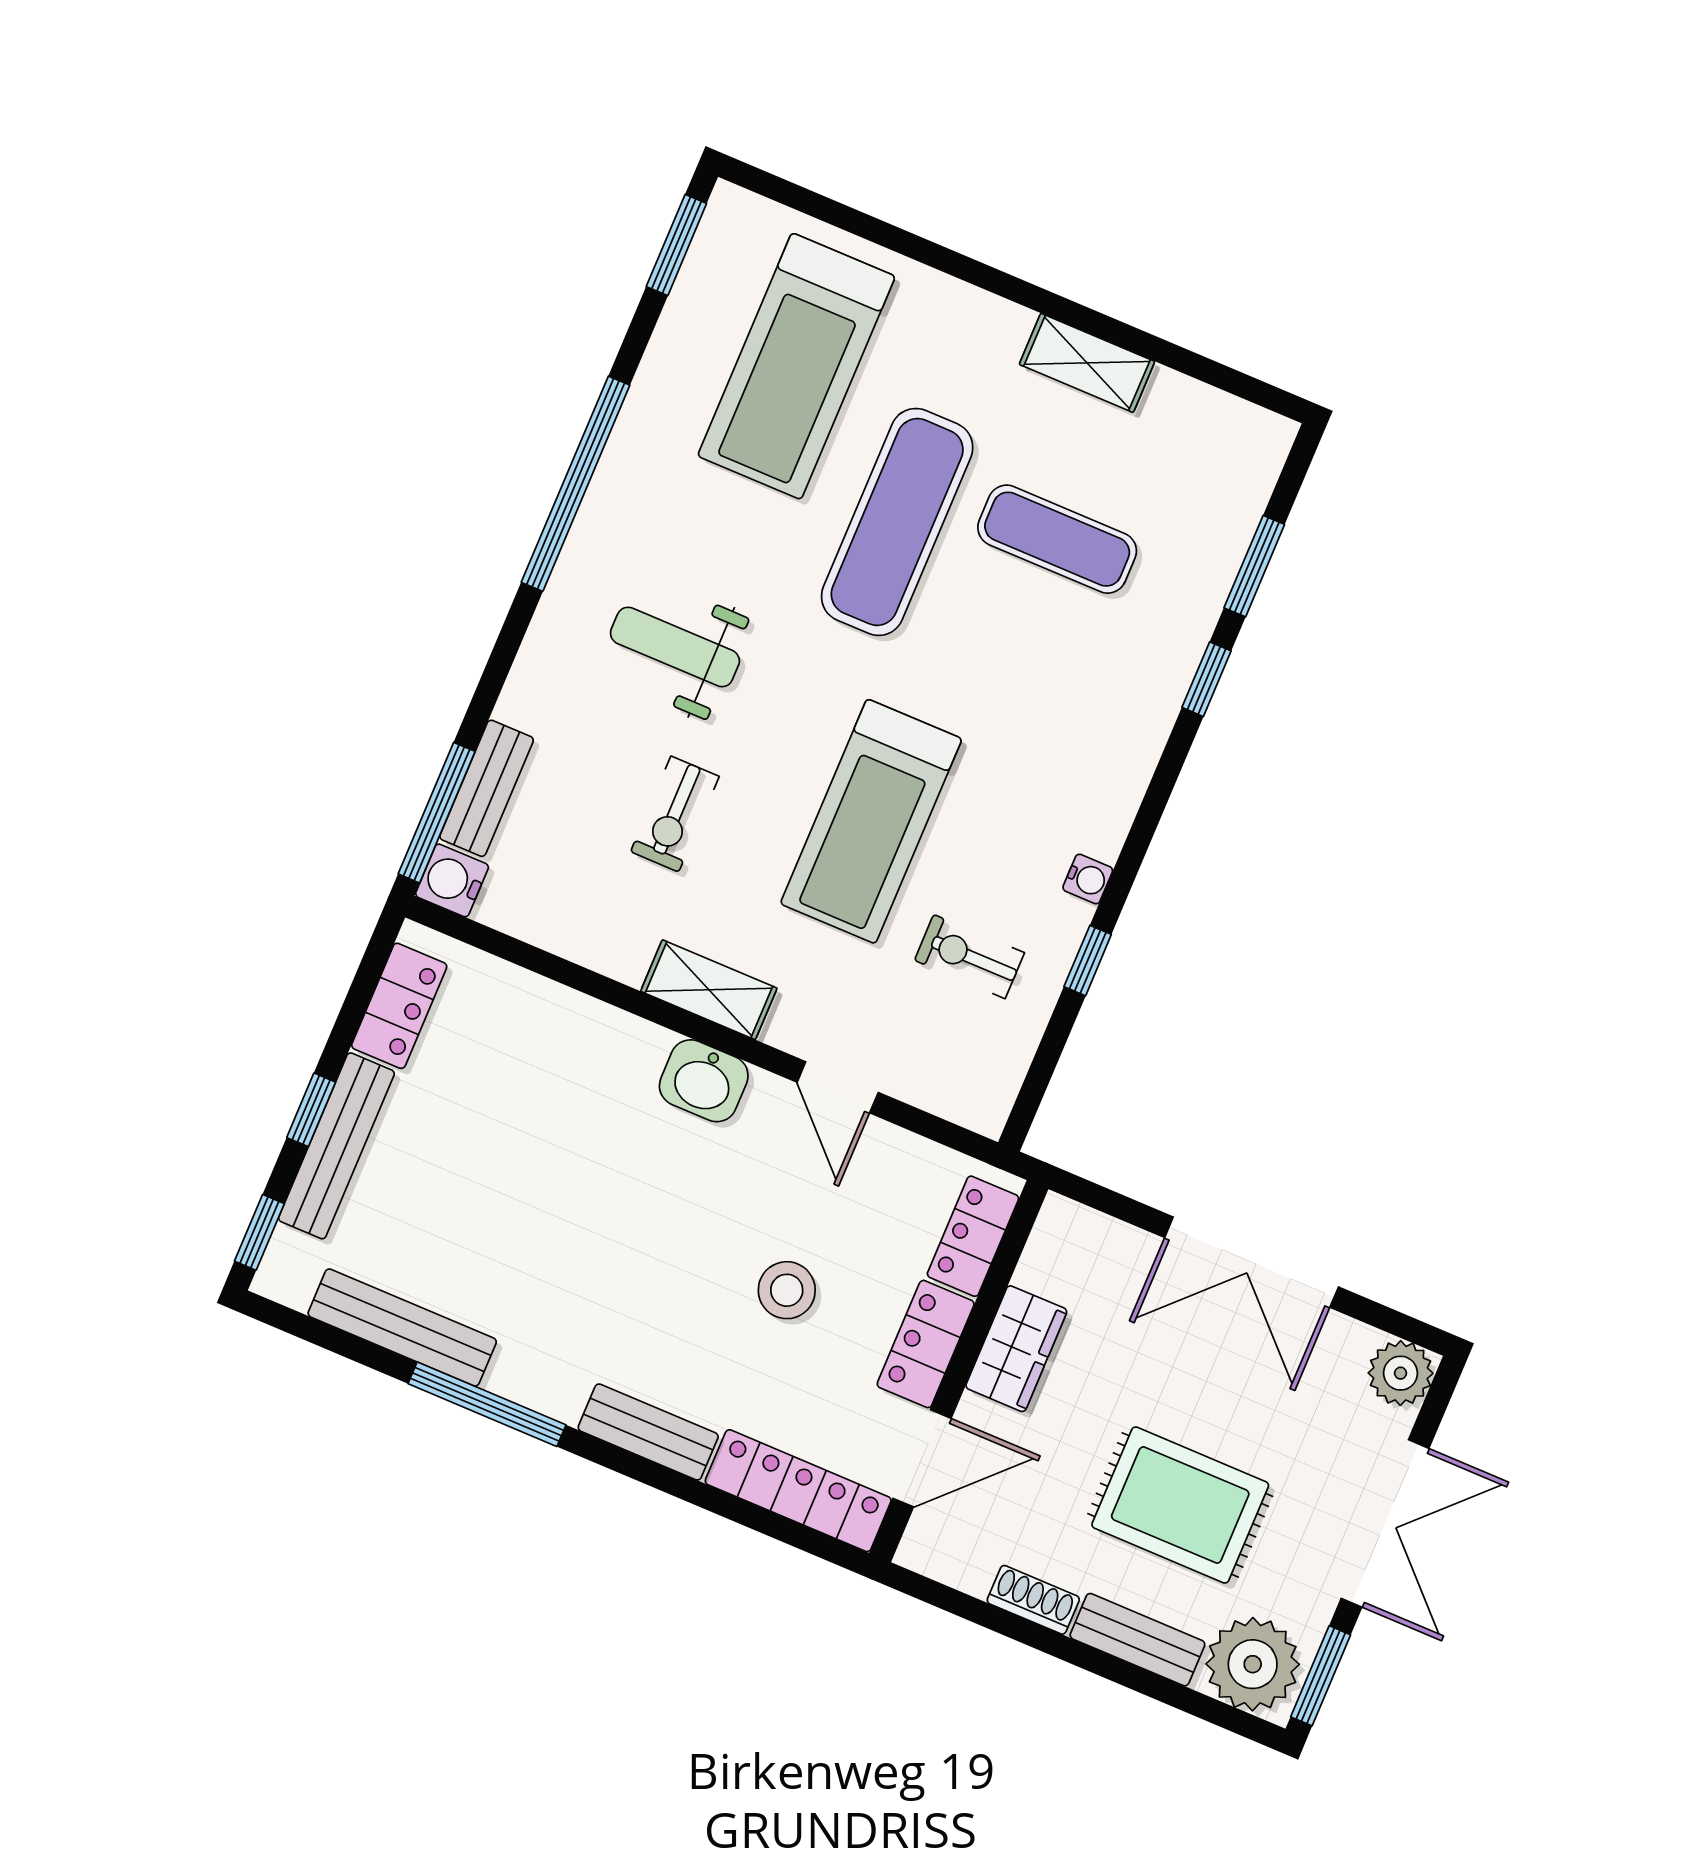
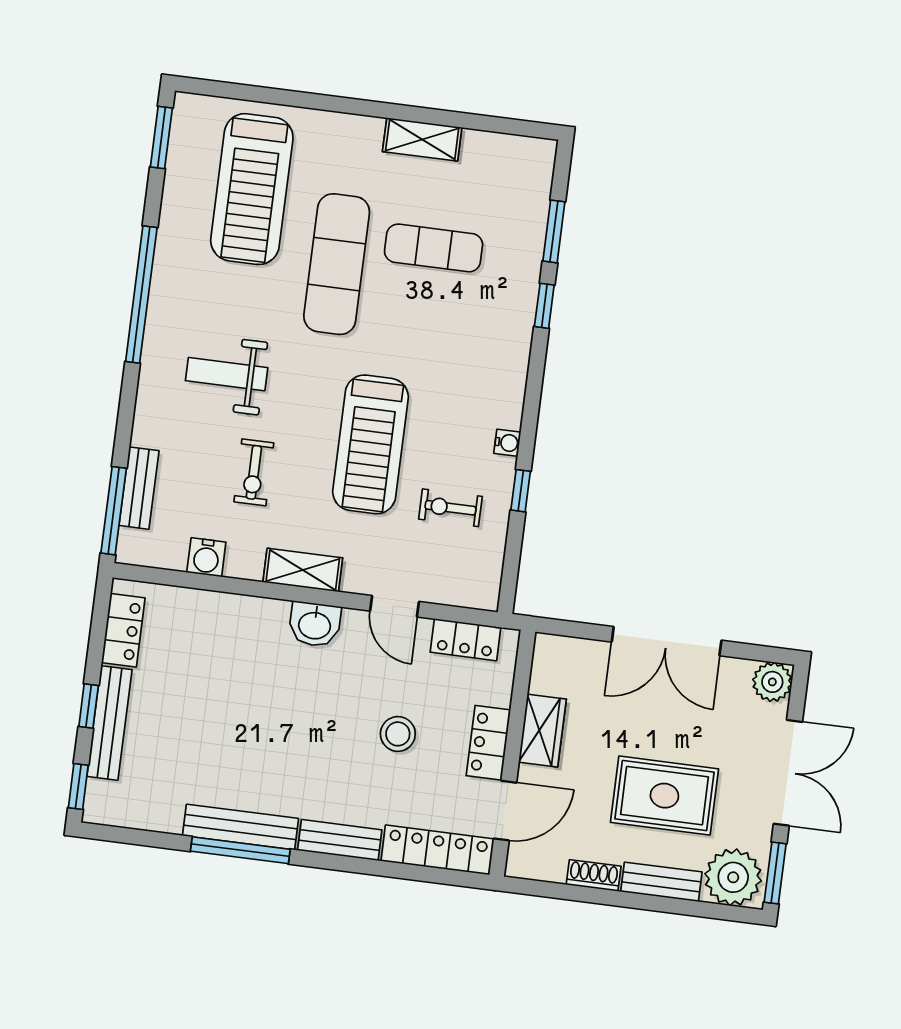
water cooler: (452, 880) -> (206, 557), moved, turned -90
locker: (973, 1236) -> (465, 640), moved, turned -90
bench: (402, 1328) -> (240, 827), moved

